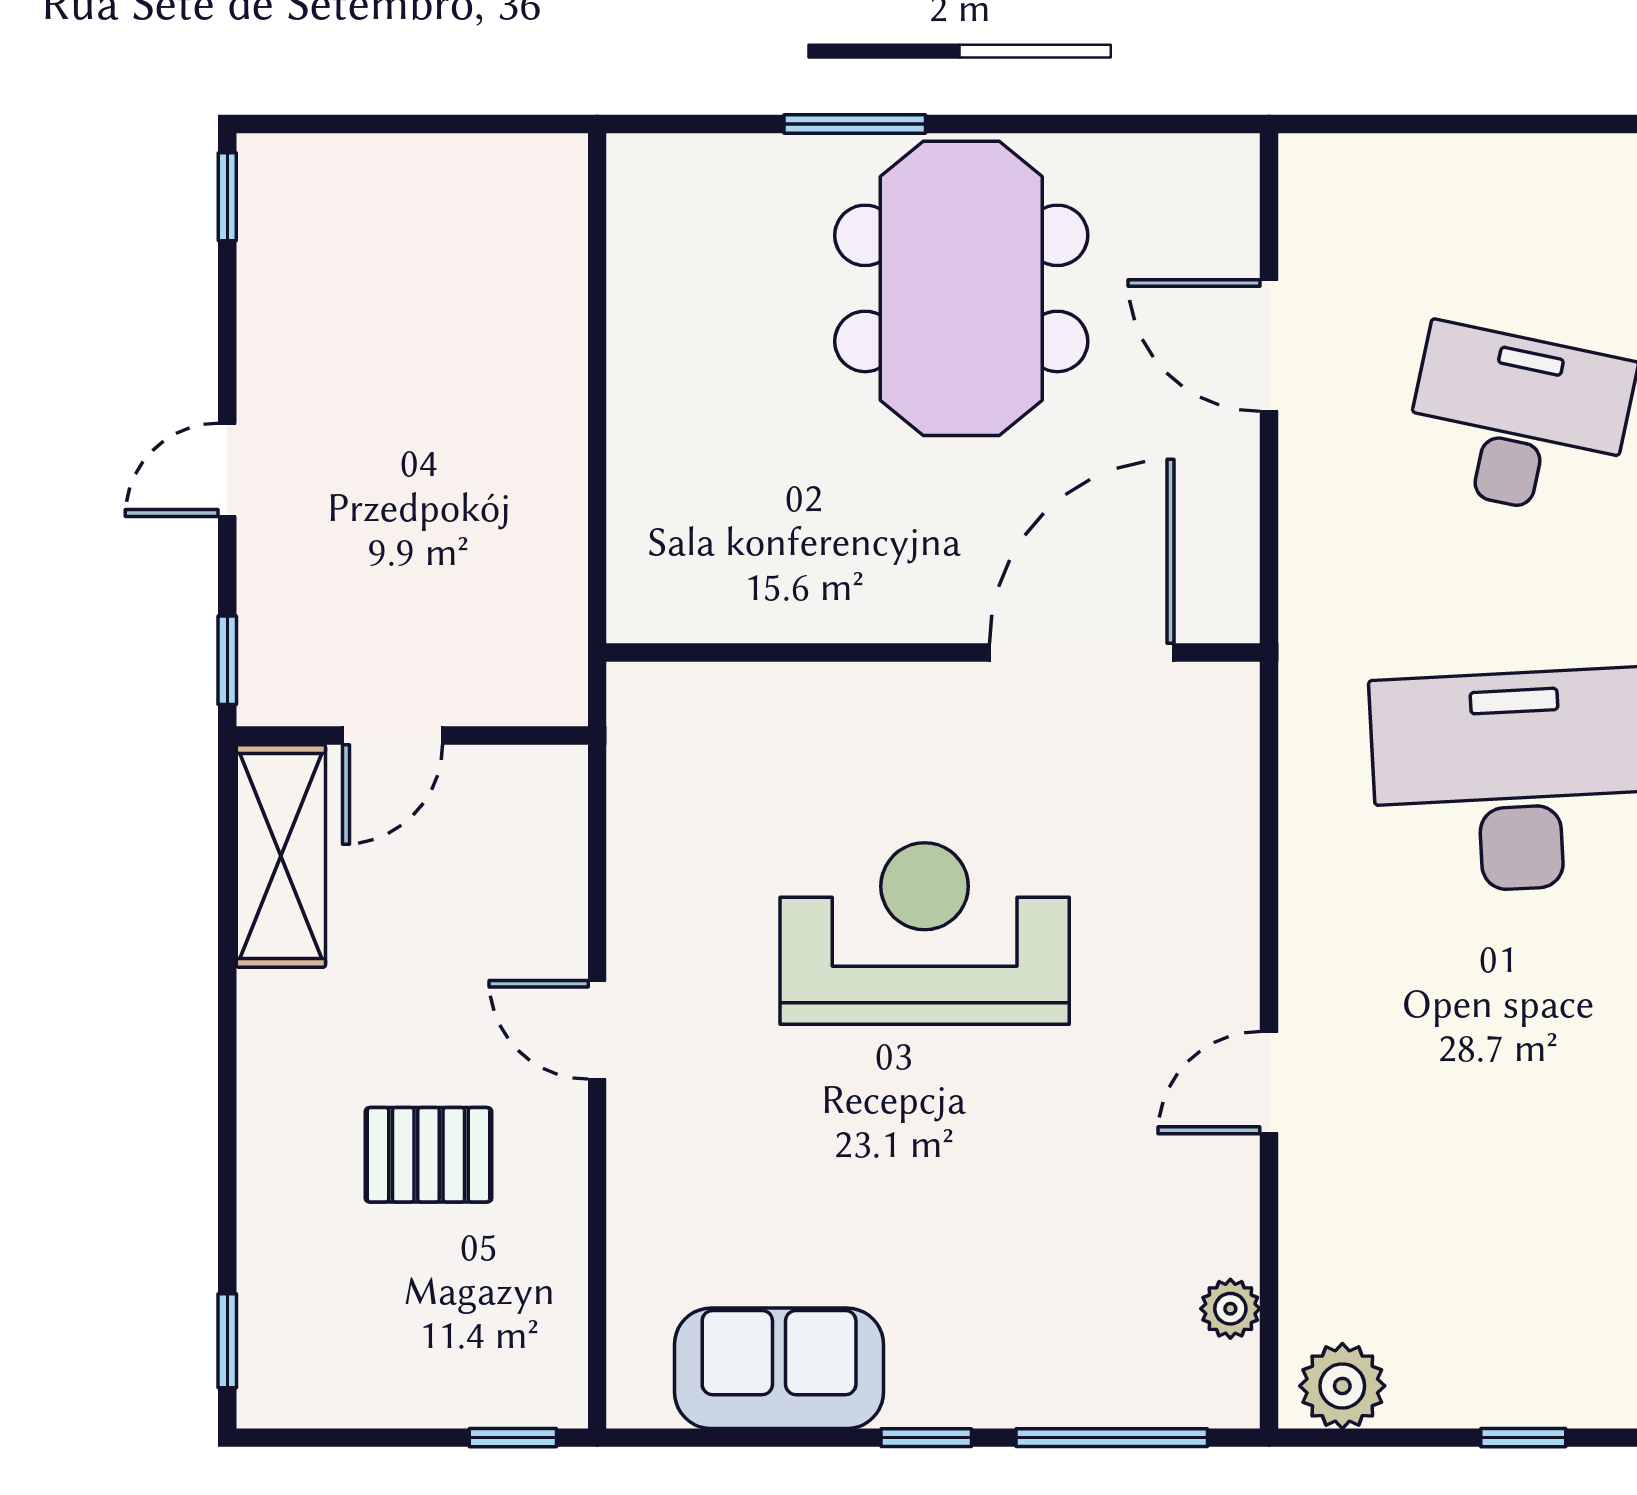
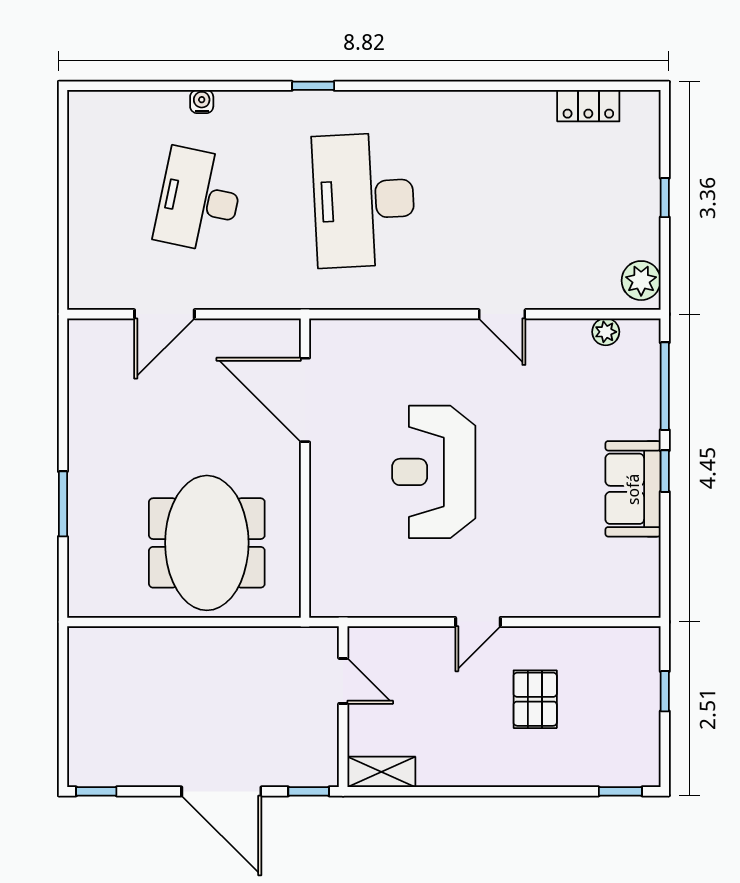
meeting table: (961, 288) -> (207, 543), moved, turned 90
door: (227, 470) -> (221, 791), width x1.88
door: (392, 736) -> (343, 681), moved
shelving: (281, 856) -> (381, 772), width x0.67, depth x0.75
sofa: (779, 1368) -> (633, 489), moved
window: (513, 1438) -> (665, 691), moved

